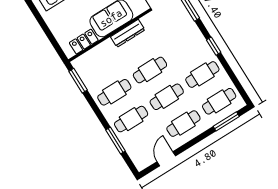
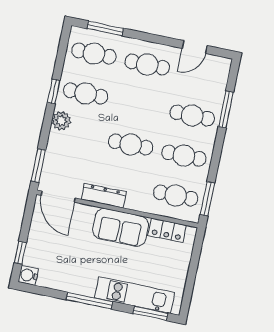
dresser: (128, 33) -> (104, 196), moved
plant: (201, 46) -> (61, 121), added
window: (214, 46) -> (54, 92), moved
cafe table: (167, 97) -> (176, 196), moved

